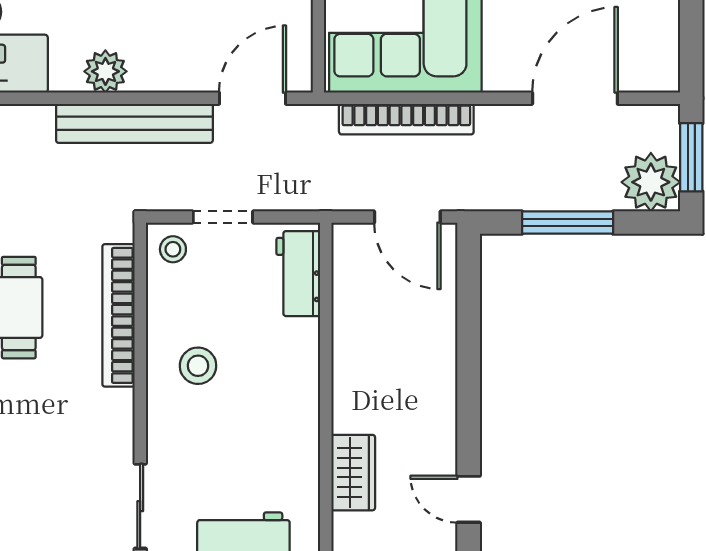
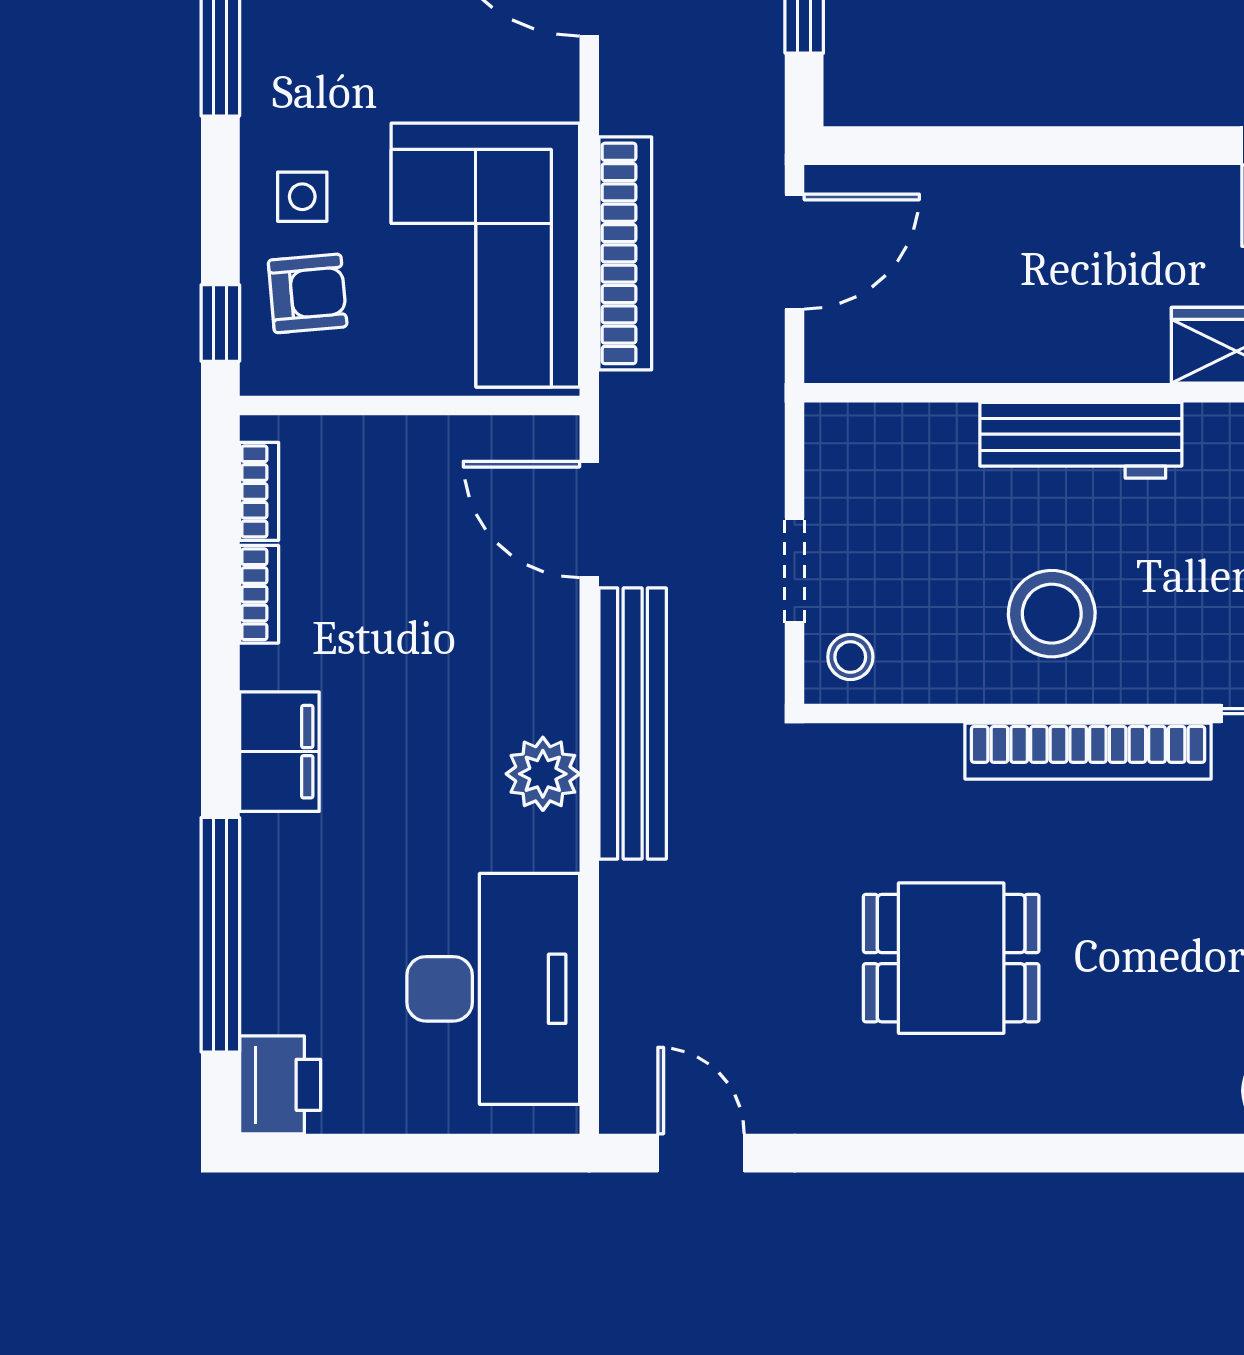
workbench: (298, 274) -> (1081, 440), moved, width x1.38
bookcase: (119, 315) -> (1088, 751), moved
stool: (198, 366) -> (1052, 614), width x1.38, depth x1.38

